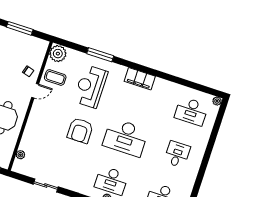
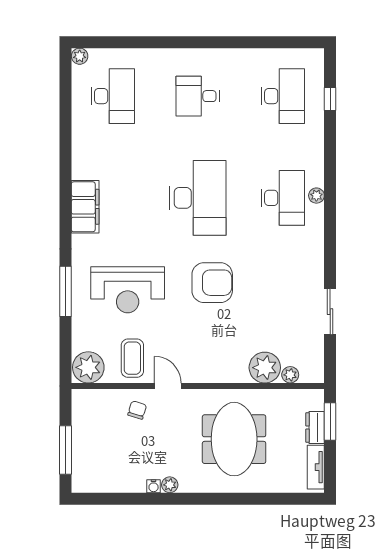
plant: (28, 143) -> (265, 368), added

